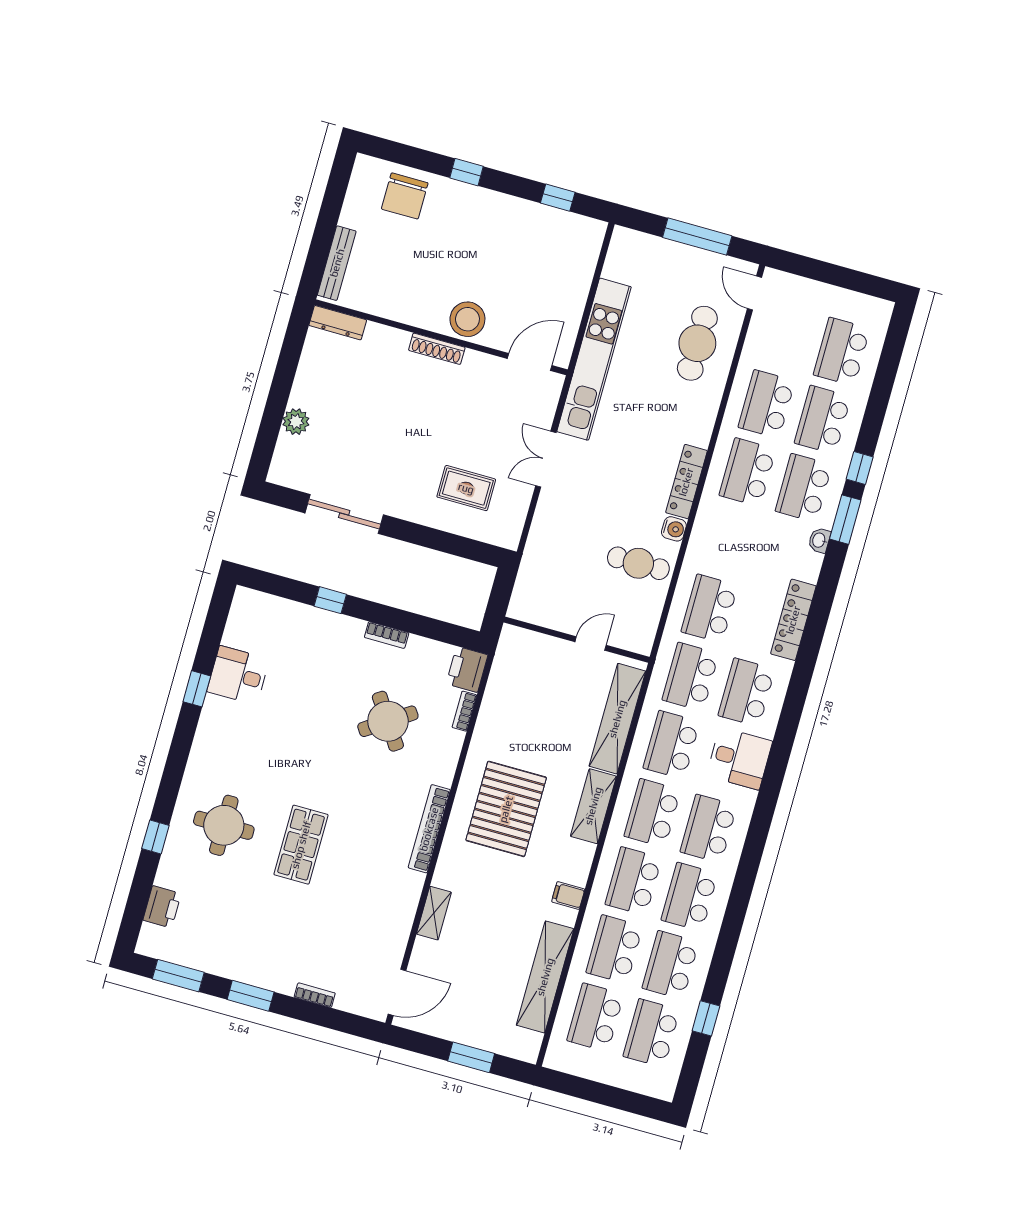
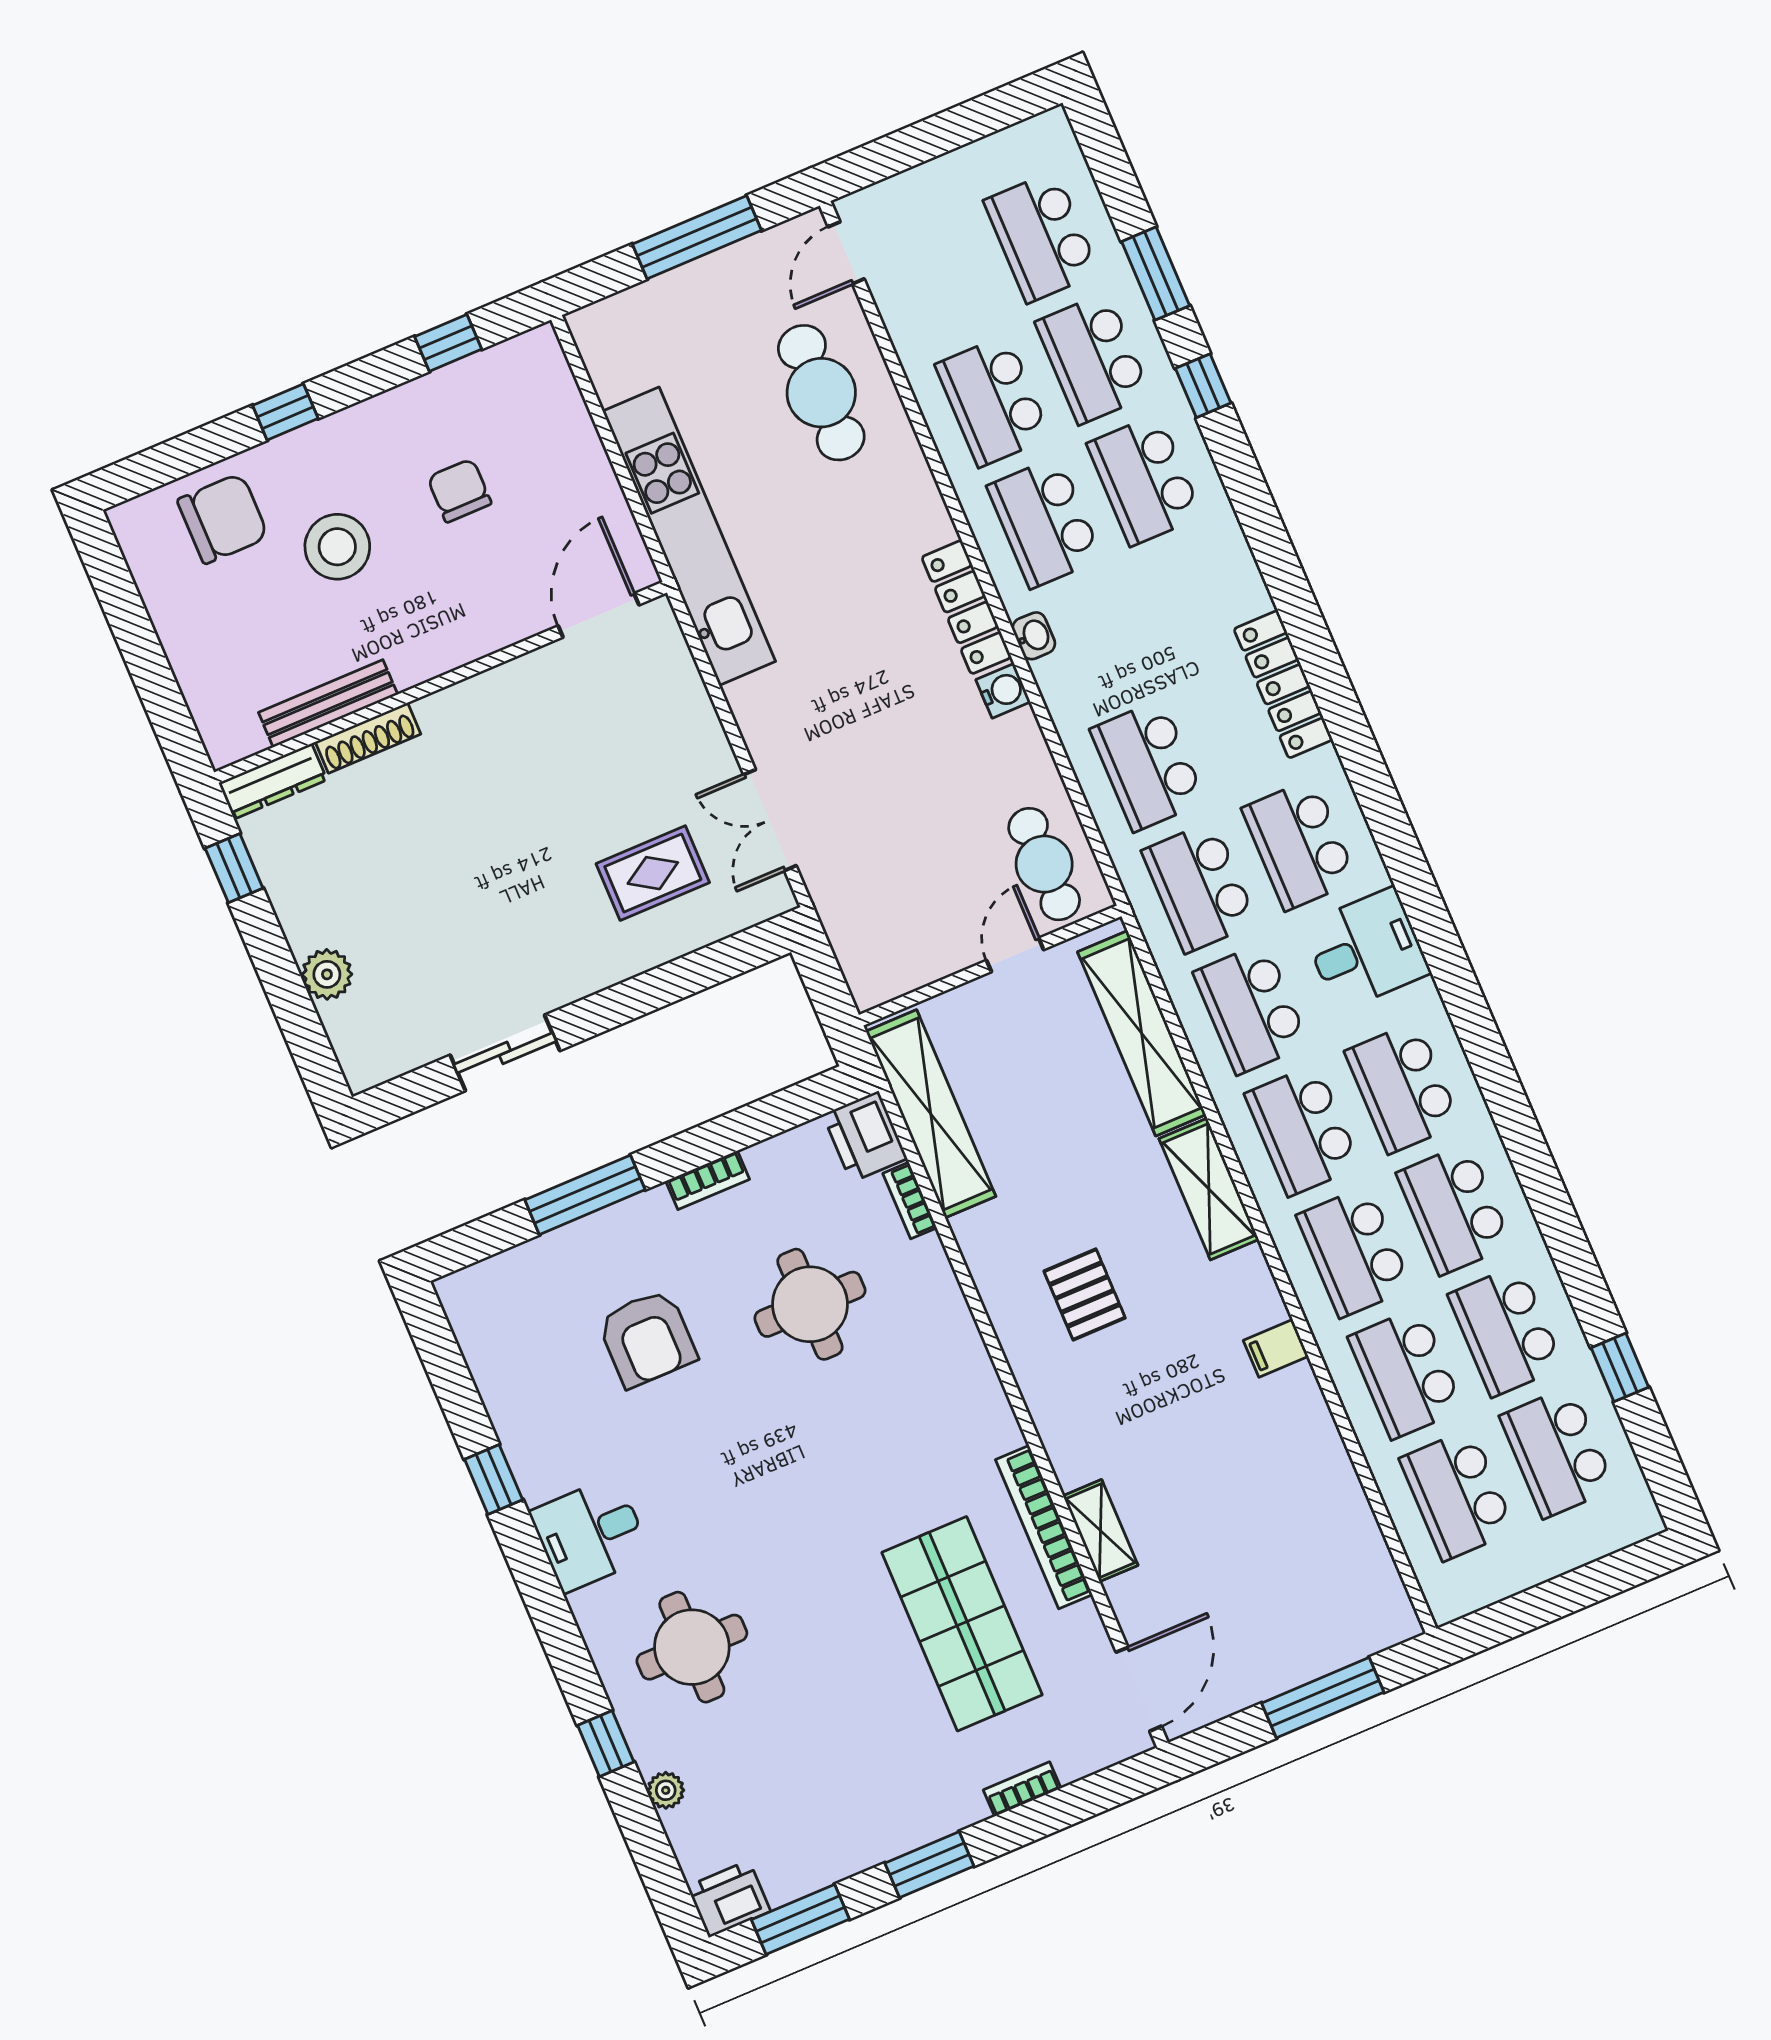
chair: (405, 196) -> (223, 518), turned -90
bench: (337, 263) -> (328, 703), moved, turned 90
chair: (513, 263) -> (459, 490), added
door: (755, 293) -> (846, 253), hinge flipped
stool: (467, 319) -> (337, 547), moved
window: (293, 346) -> (234, 868), added
shoe rack: (437, 349) -> (368, 738), moved
double door: (546, 459) -> (770, 820), moved
sliding door: (344, 514) -> (505, 1053), width x0.73
window: (845, 520) -> (1156, 274), moved
washbasin: (819, 540) -> (1034, 636), moved, turned 180
cafe table: (638, 563) -> (1044, 864), moved, turned 90
window: (330, 600) -> (585, 1195), width x2.17
desk: (238, 675) -> (590, 1534), moved
armchair: (308, 681) -> (647, 1338), added
round table: (388, 721) -> (810, 1304), turned 34
pallet: (506, 809) -> (1085, 1295), width x0.49, depth x0.50
bookcase: (429, 829) -> (1044, 1527), moved
shop shelf: (301, 845) -> (962, 1624), moved, width x1.43, depth x1.36
plant: (165, 877) -> (666, 1790), added
printer: (162, 907) -> (729, 1899), moved, turned -90
shelving: (545, 977) -> (931, 1114), moved
window: (471, 1057) -> (1323, 1698), width x1.44

